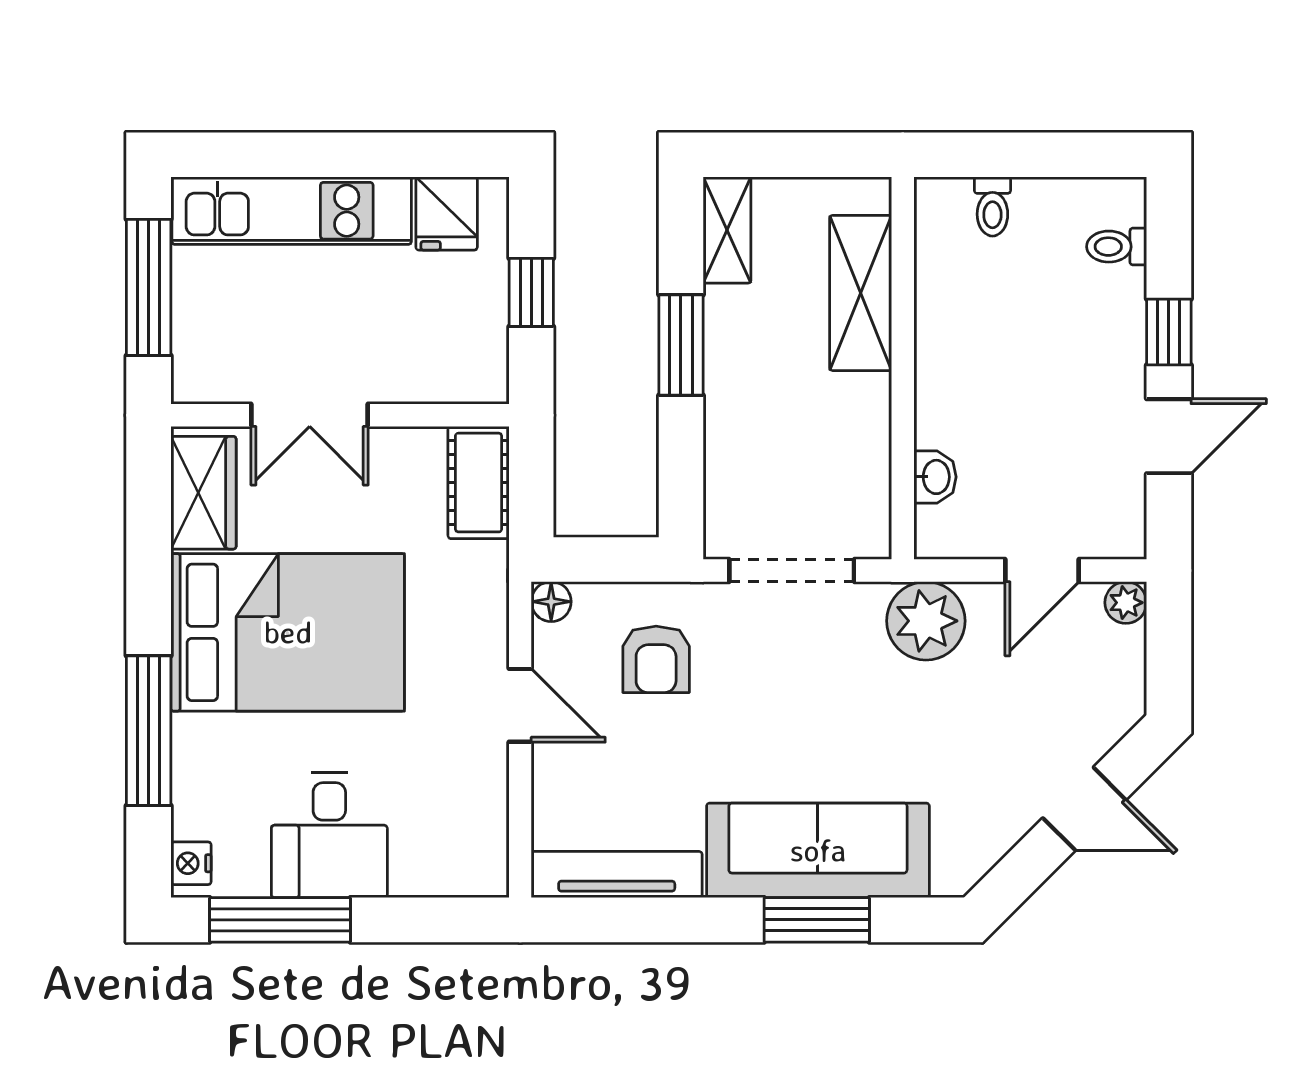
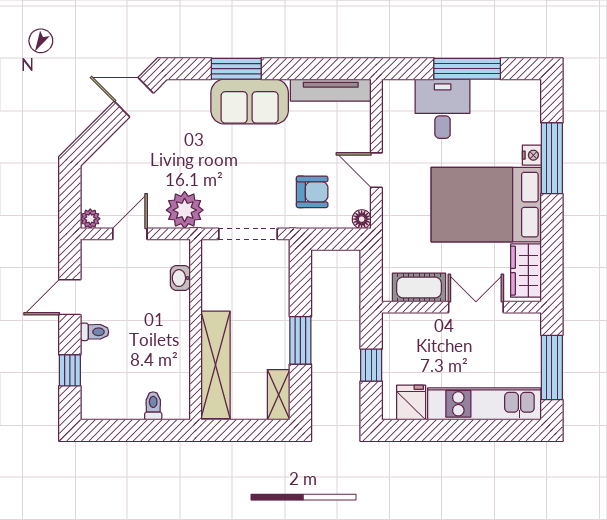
toilet: (1117, 247) -> (95, 332), moved
shelving: (861, 293) -> (216, 365), width x1.47
window: (1169, 332) -> (70, 370), moved
cot: (479, 483) -> (419, 287), moved, turned 90
armchair: (656, 659) -> (312, 192), turned 90
door: (1084, 809) -> (134, 97), moved
desk: (329, 835) -> (443, 109), moved
sofa: (818, 850) -> (250, 102), width x0.73
nightstand: (191, 863) -> (532, 155), moved
window: (280, 920) -> (467, 69), moved

